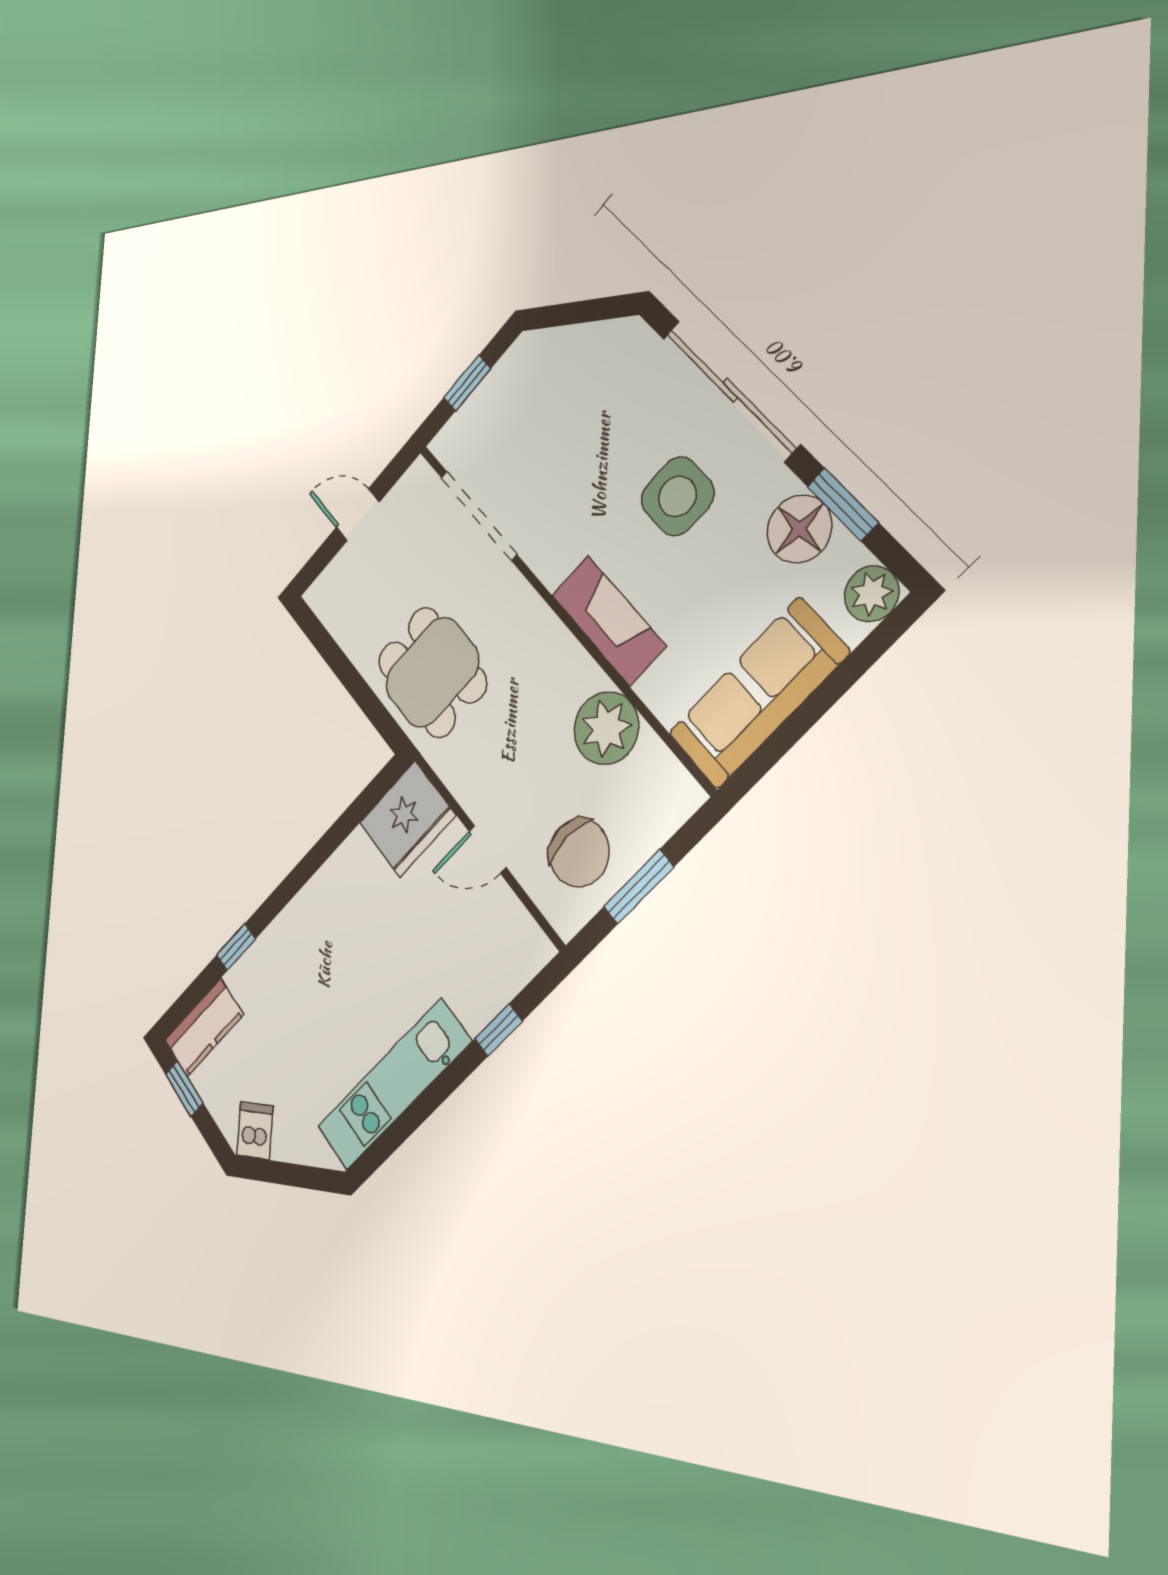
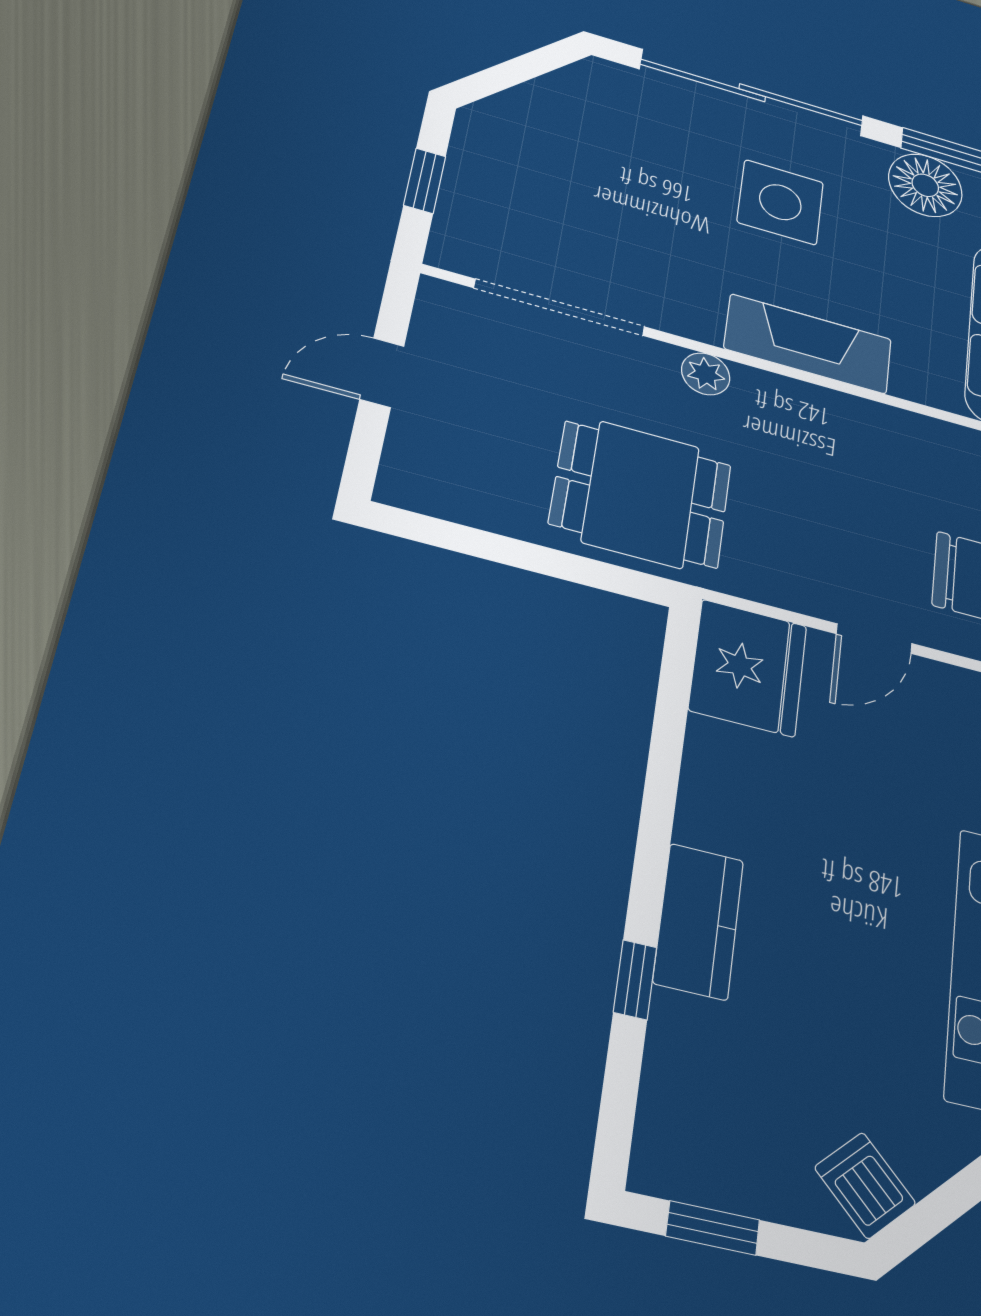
plant: (606, 728) -> (706, 374), moved, width x0.53, depth x0.53
kitchen counter: (204, 1028) -> (698, 921), moved

